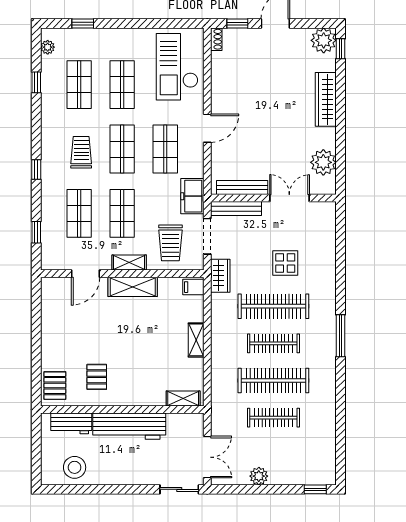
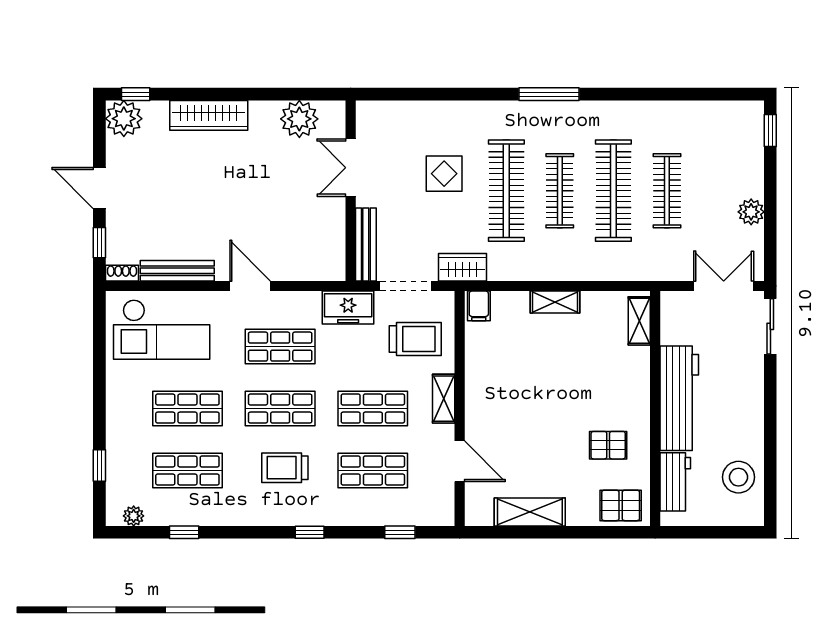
bench: (242, 187) -> (177, 271), moved, turned 90
shelving: (133, 287) -> (530, 512), moved, turned 90

